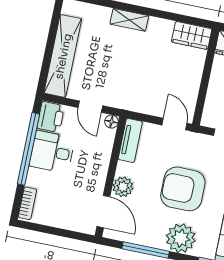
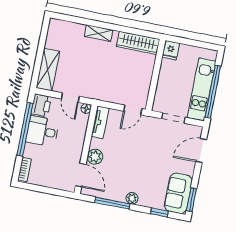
wardrobe: (192, 35) -> (138, 43), width x1.50
shelving: (63, 56) -> (48, 70), width x0.68
door: (175, 124) -> (133, 110), swing flipped
armchair: (183, 189) -> (139, 158), removed
plant: (181, 238) -> (132, 198), width x0.53, depth x0.53

